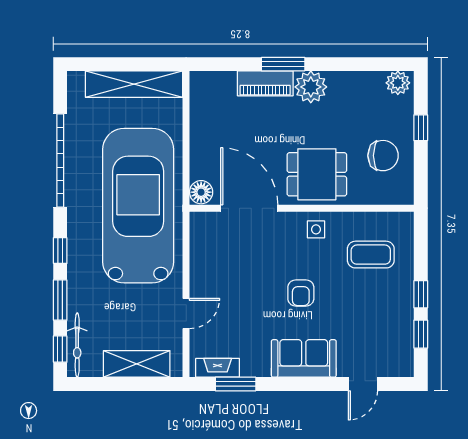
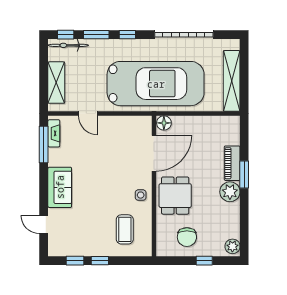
armchair: (301, 293) -> (101, 186), removed
window: (236, 384) -> (44, 145), width x1.44

